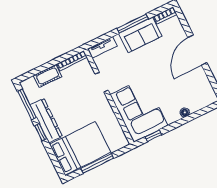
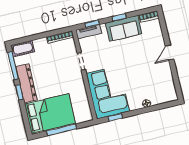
window: (133, 24) -> (119, 17), width x0.46
window: (104, 38) -> (92, 24), added
door: (197, 50) -> (170, 53), width x0.53
cot: (48, 76) -> (23, 49), moved

